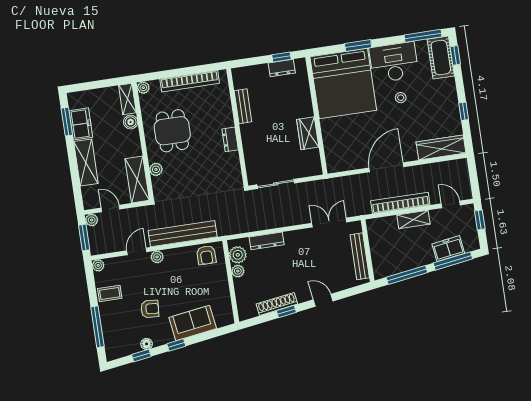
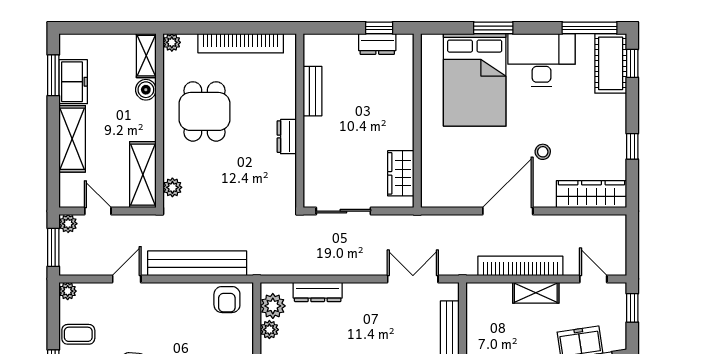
bed: (343, 83) -> (475, 80), width x0.73
stool: (401, 98) -> (543, 152), moved
wardrobe: (308, 133) -> (401, 173), moved
plant: (156, 169) -> (172, 187), moved
plant: (157, 257) -> (155, 291), removed

